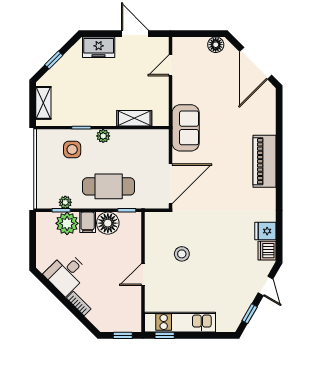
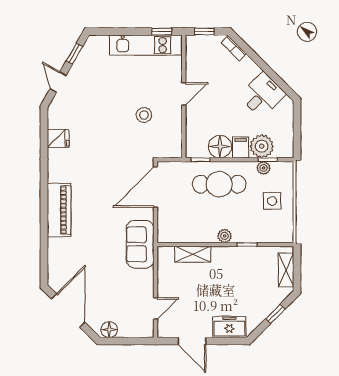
side table: (72, 149) -> (272, 201), moved
dishwasher: (267, 251) -> (56, 118), removed
bookcase: (79, 303) -> (234, 48), moved

